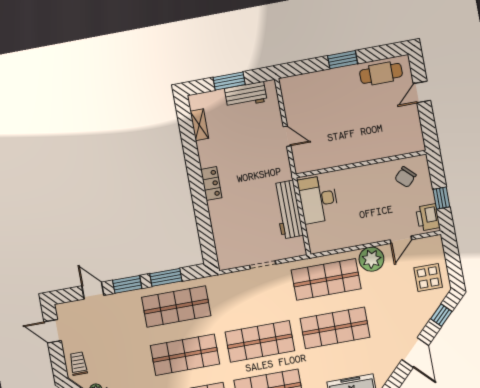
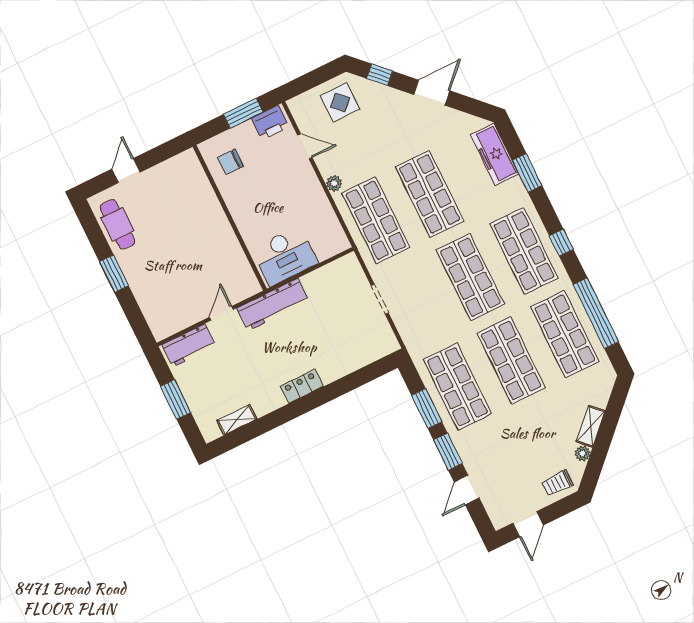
door: (422, 92) -> (126, 171), swing flipped
workbench: (246, 95) -> (189, 345), moved, turned 90
chair: (405, 177) -> (230, 162), turned 137
window: (441, 198) -> (243, 113), width x1.50
workbench: (288, 210) -> (273, 305), moved
plant: (371, 259) -> (334, 183), width x0.53, depth x0.53

